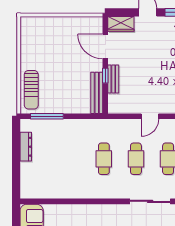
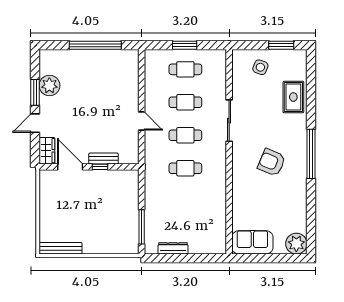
door: (105, 47) -> (70, 167), swing flipped
sun lounger: (31, 90) -> (115, 243), removed
bench: (97, 93) -> (60, 248), moved

